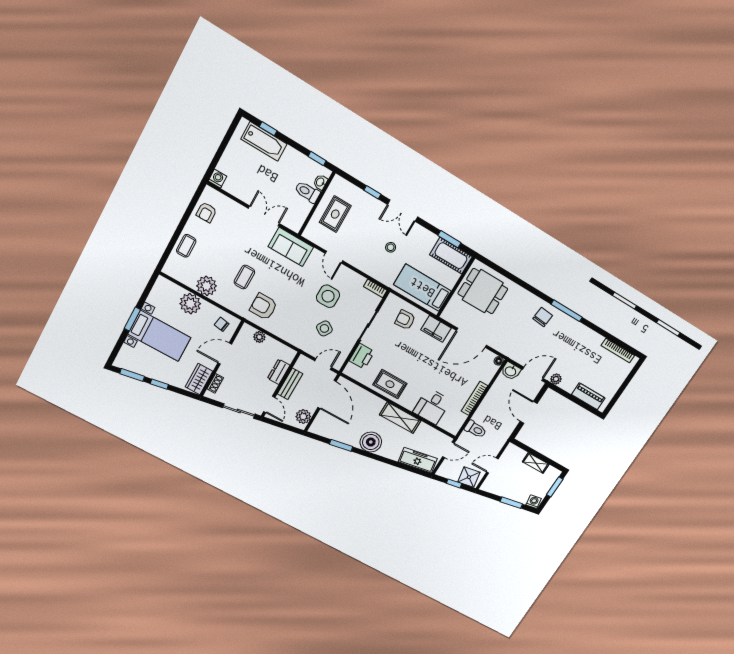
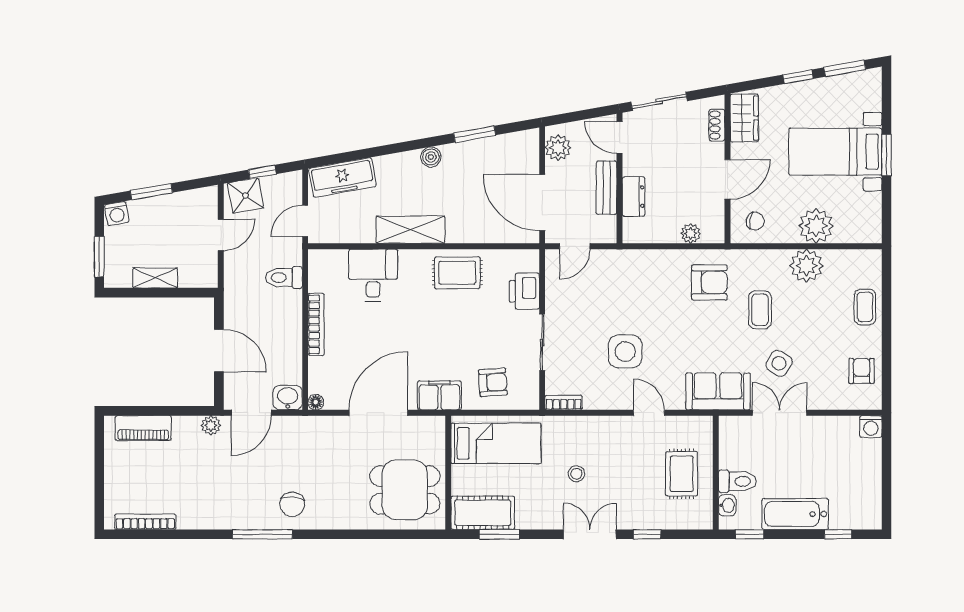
bathtub: (264, 142) -> (795, 514), moved
double door: (264, 216) -> (780, 413), swing flipped
side table: (324, 328) -> (779, 363), moved
boiler: (371, 442) -> (431, 157), width x0.54, depth x0.54

